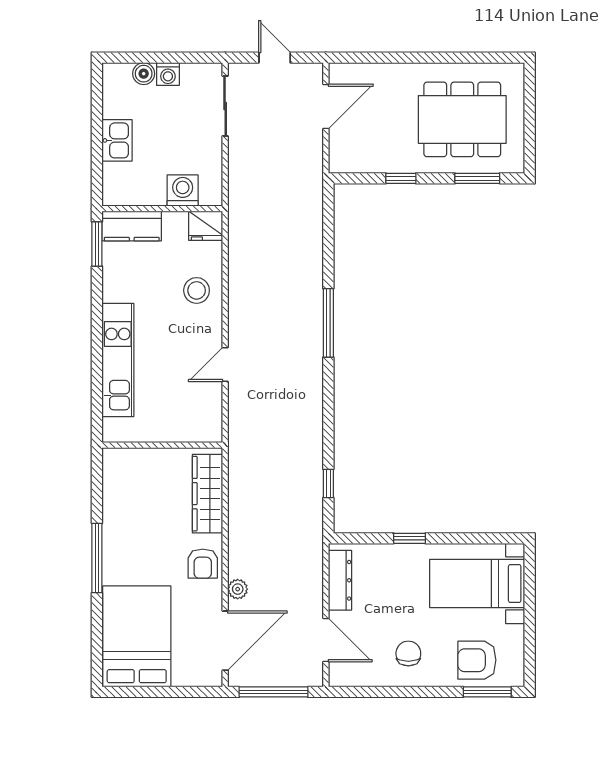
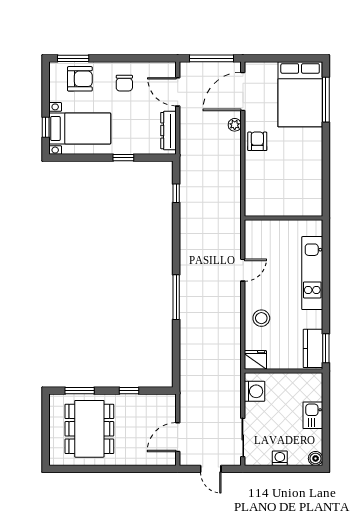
boiler: (144, 74) -> (316, 458), moved
dining table: (462, 119) -> (89, 429), turned 90
washing machine: (183, 191) -> (255, 391), moved, turned -90
kitchen counter: (132, 226) -> (313, 348), moved, turned -90
wardrobe: (207, 494) -> (254, 187), removed
window: (97, 558) -> (326, 100), moved
window: (530, 585) -> (46, 127), added

